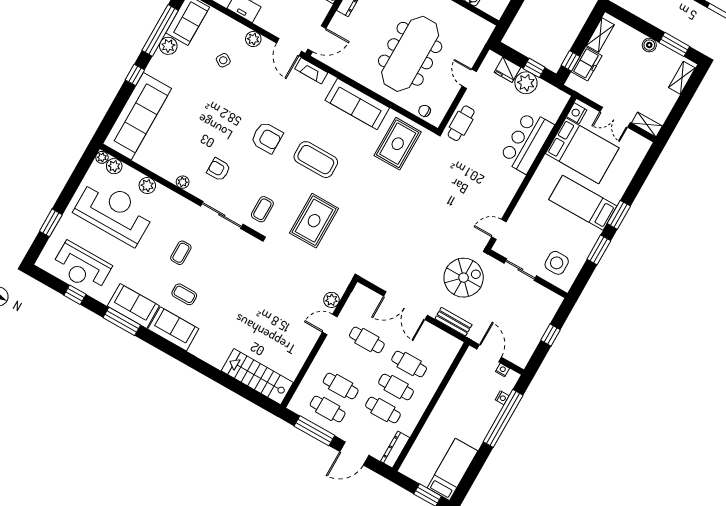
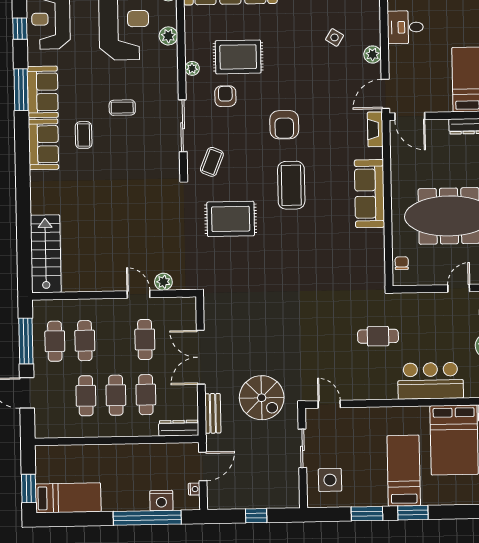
cafe table: (461, 123) -> (378, 336), moved
rug: (398, 144) -> (238, 57), moved
coffee table: (262, 209) -> (212, 162), turned -68
nightstand: (502, 398) -> (161, 501), width x1.89, depth x1.79
dresser: (395, 449) -> (179, 428), moved

